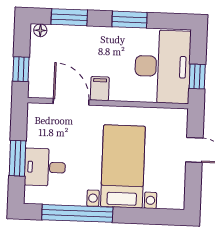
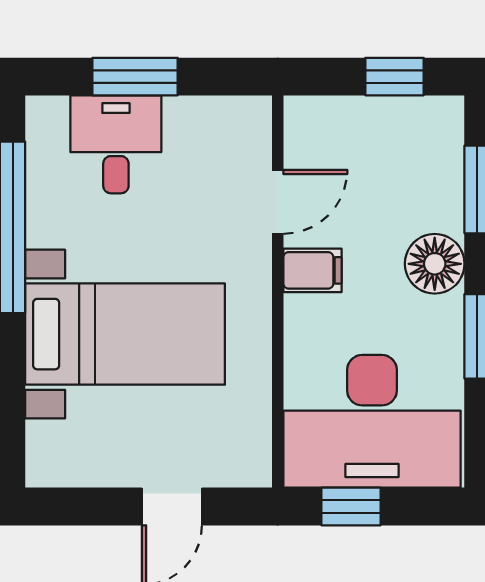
floor lamp: (40, 30) -> (435, 264), moved, width x1.89, depth x1.89
window: (21, 69) -> (395, 77), moved
door: (71, 102) -> (278, 202), width x0.73

